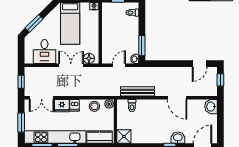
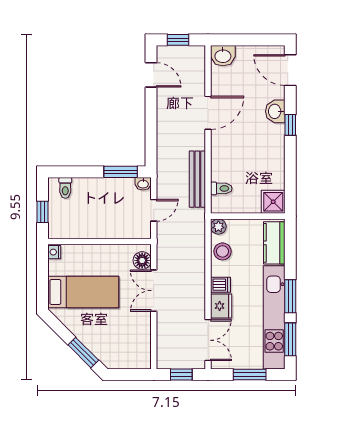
desk: (44, 52) -> (131, 335), removed
door: (119, 65) -> (154, 210), swing flipped

